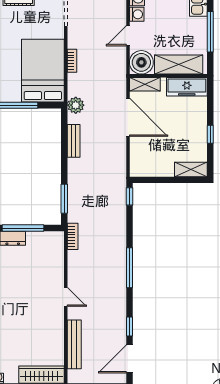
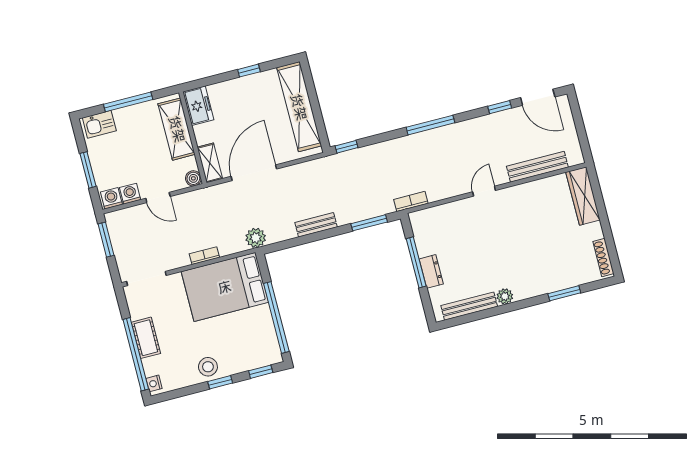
boiler: (141, 62) -> (193, 178), width x0.54, depth x0.54
freezer: (187, 87) -> (198, 106), width x0.71
bench: (74, 141) -> (316, 225), moved
shelving: (191, 169) -> (299, 107), width x2.20, depth x1.33

